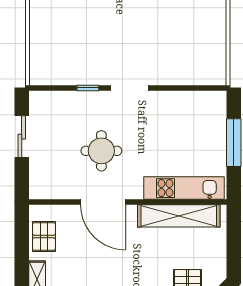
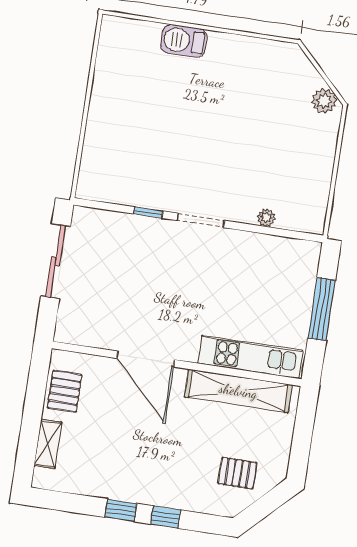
plant: (180, 78) -> (266, 218), added
sliding door: (22, 137) -> (56, 261), width x1.37
round table: (101, 151) -> (153, 294), removed

